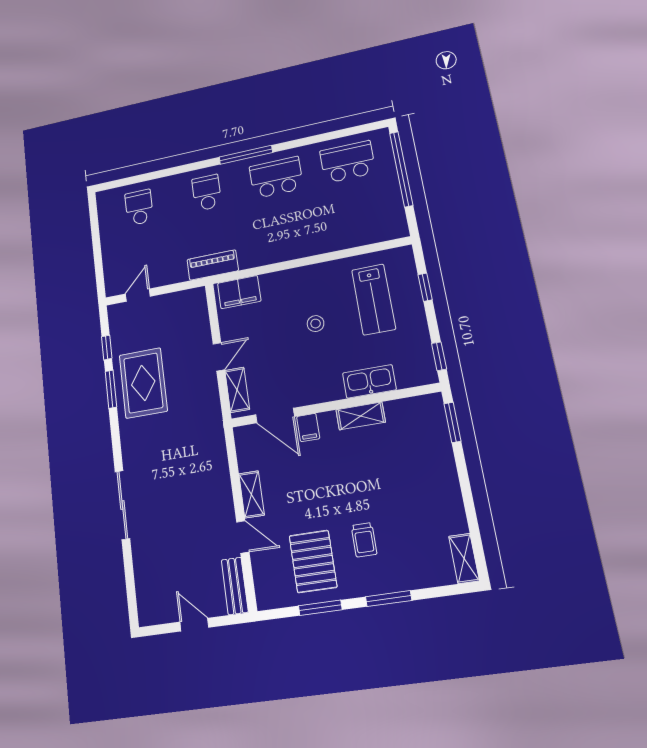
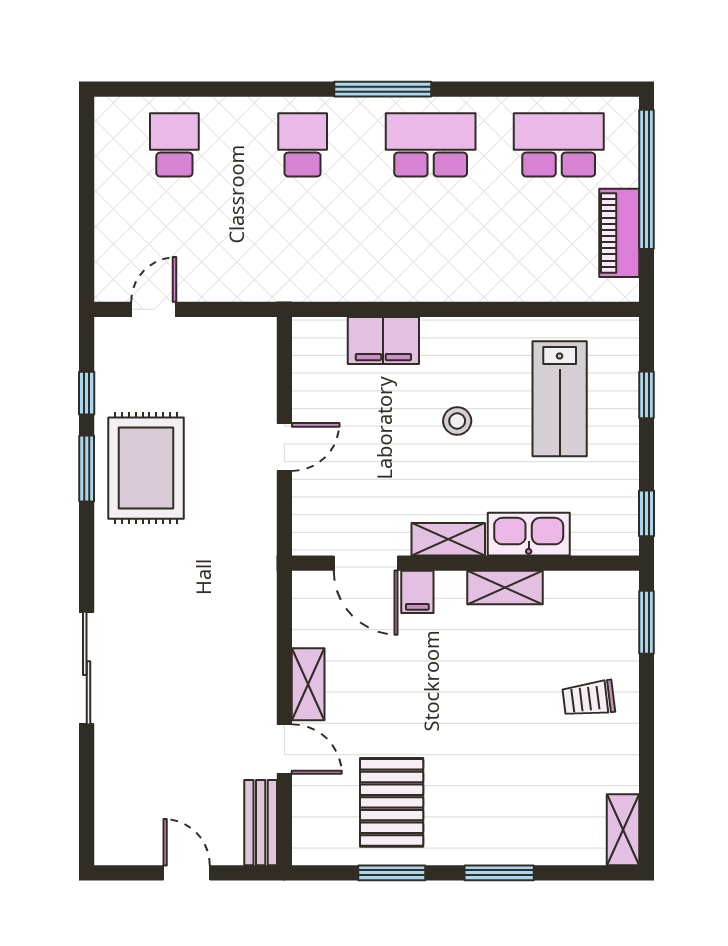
piano: (213, 265) -> (619, 233), moved, turned -90
filing cabinet: (239, 292) -> (383, 340), moved
shelving: (237, 390) -> (448, 539), moved, turned 90
trolley: (364, 540) -> (589, 699), moved, turned 83

